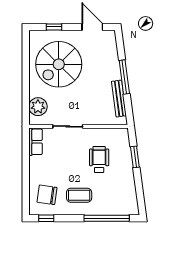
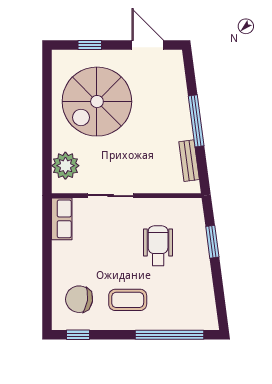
bench: (119, 99) -> (189, 161), width x0.73

